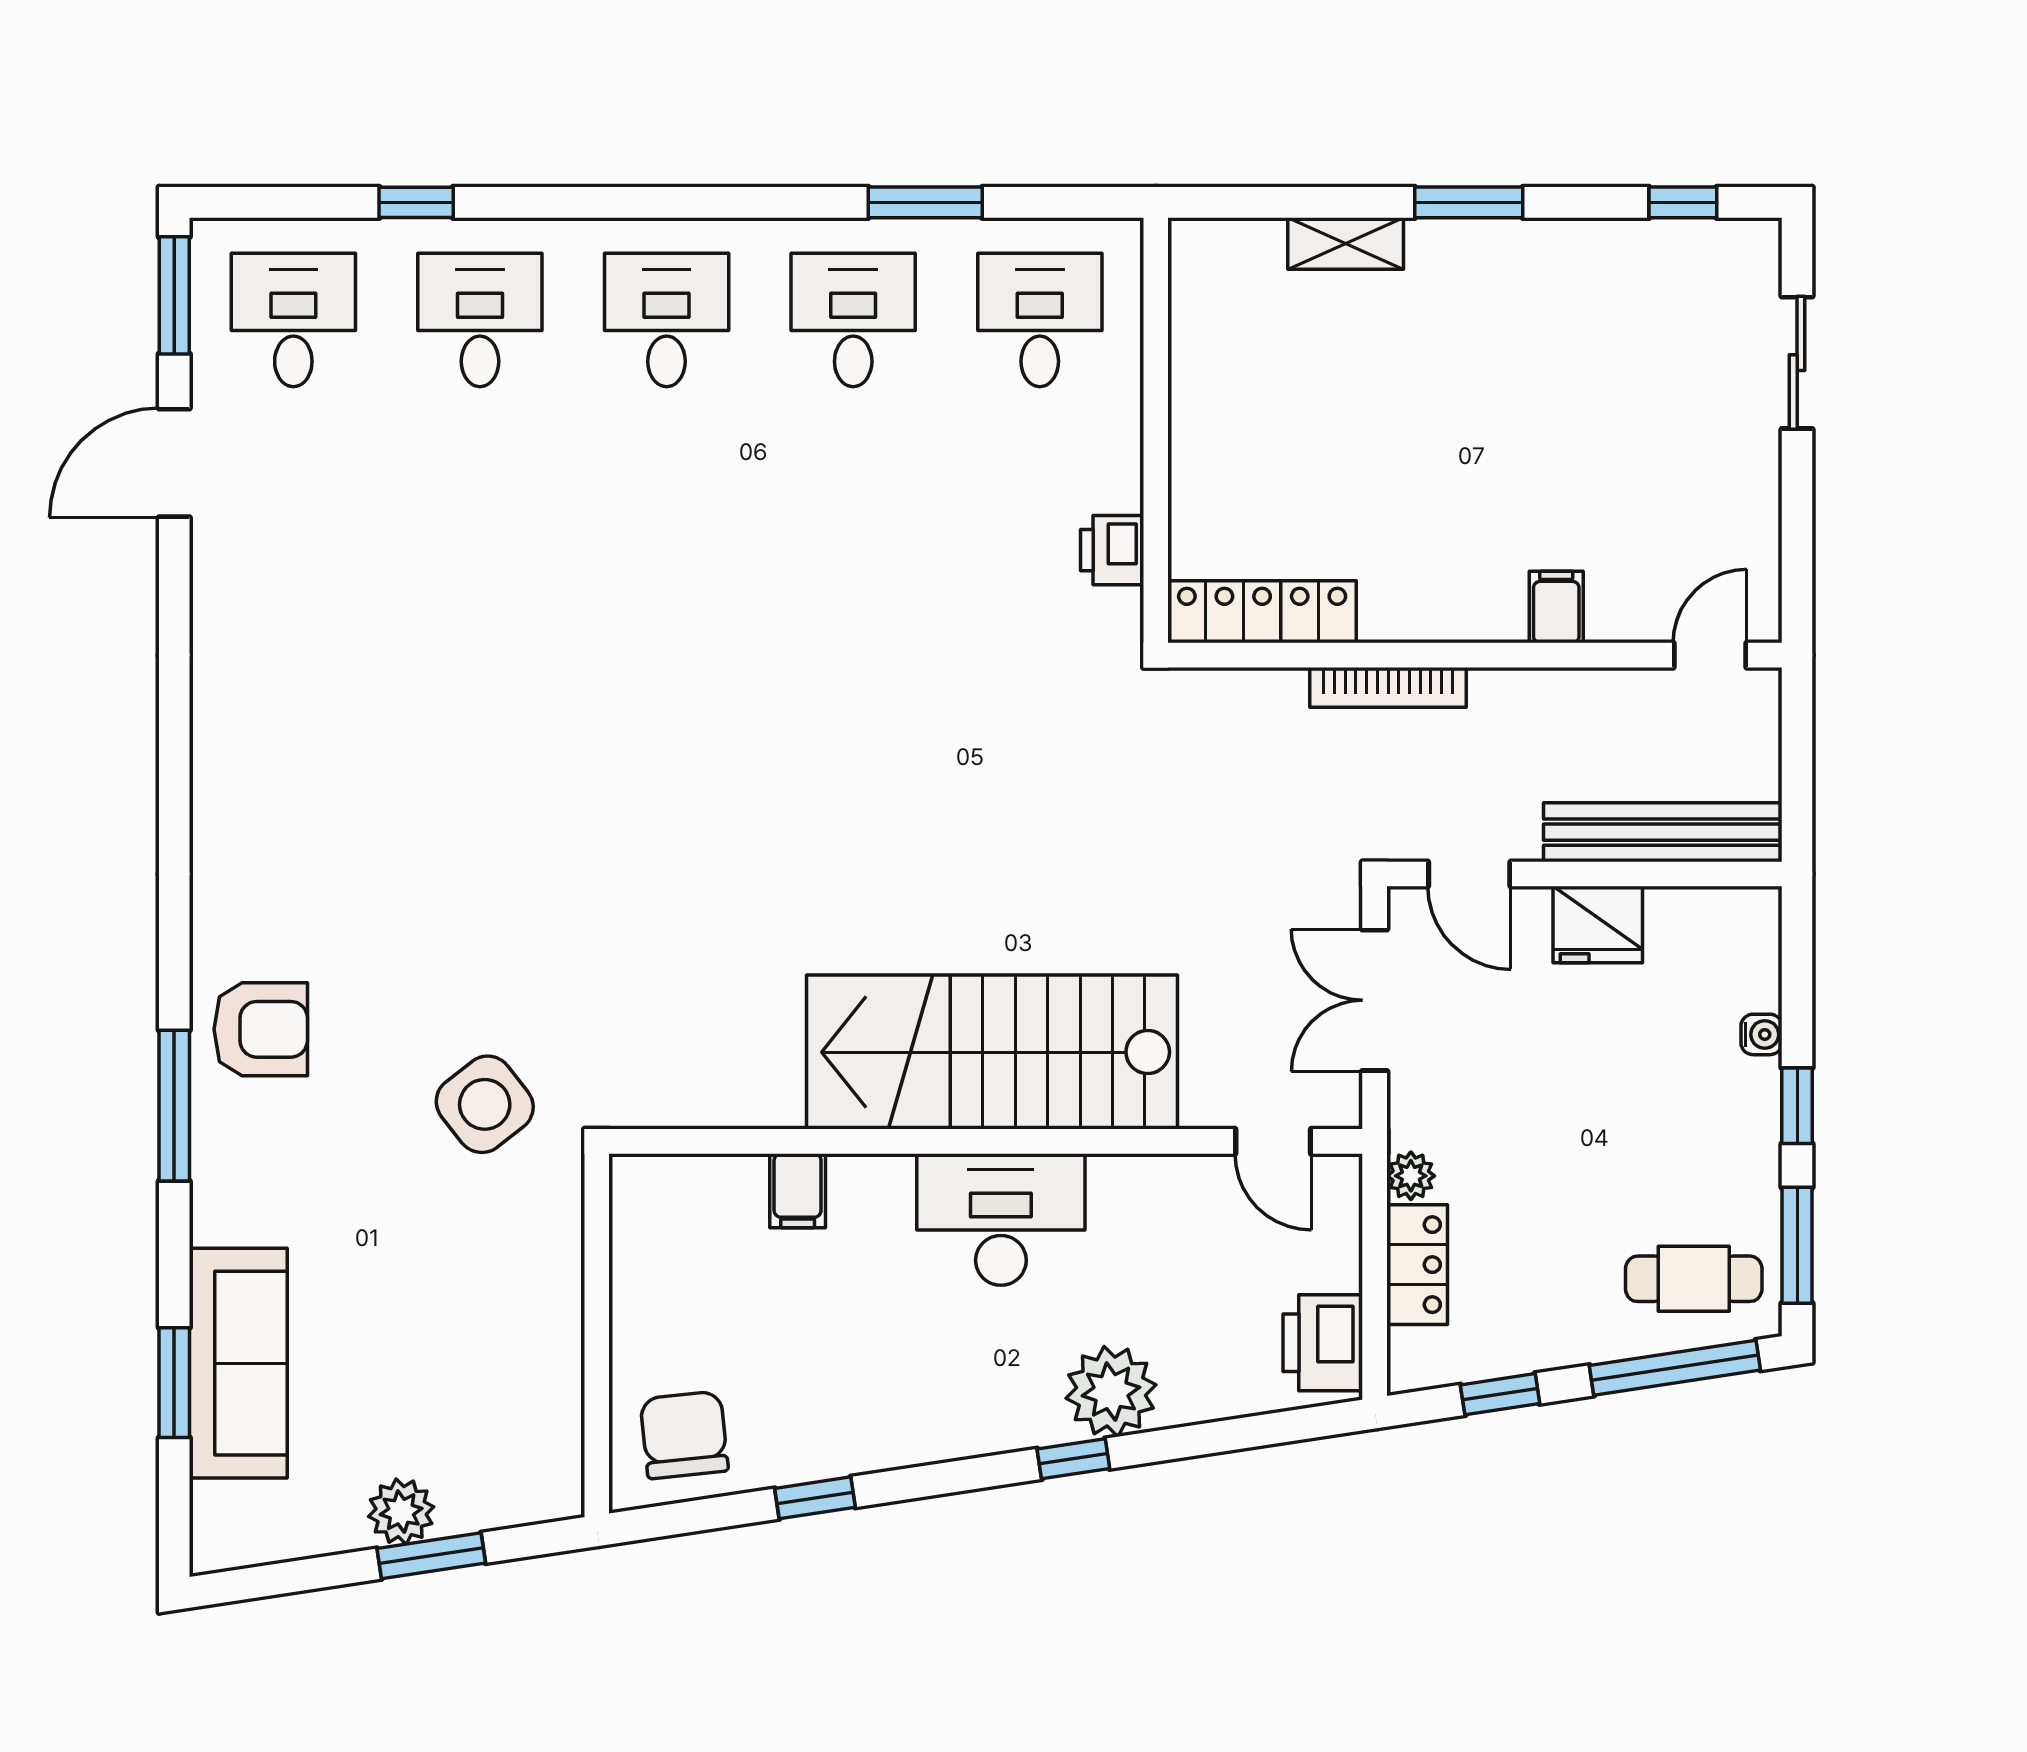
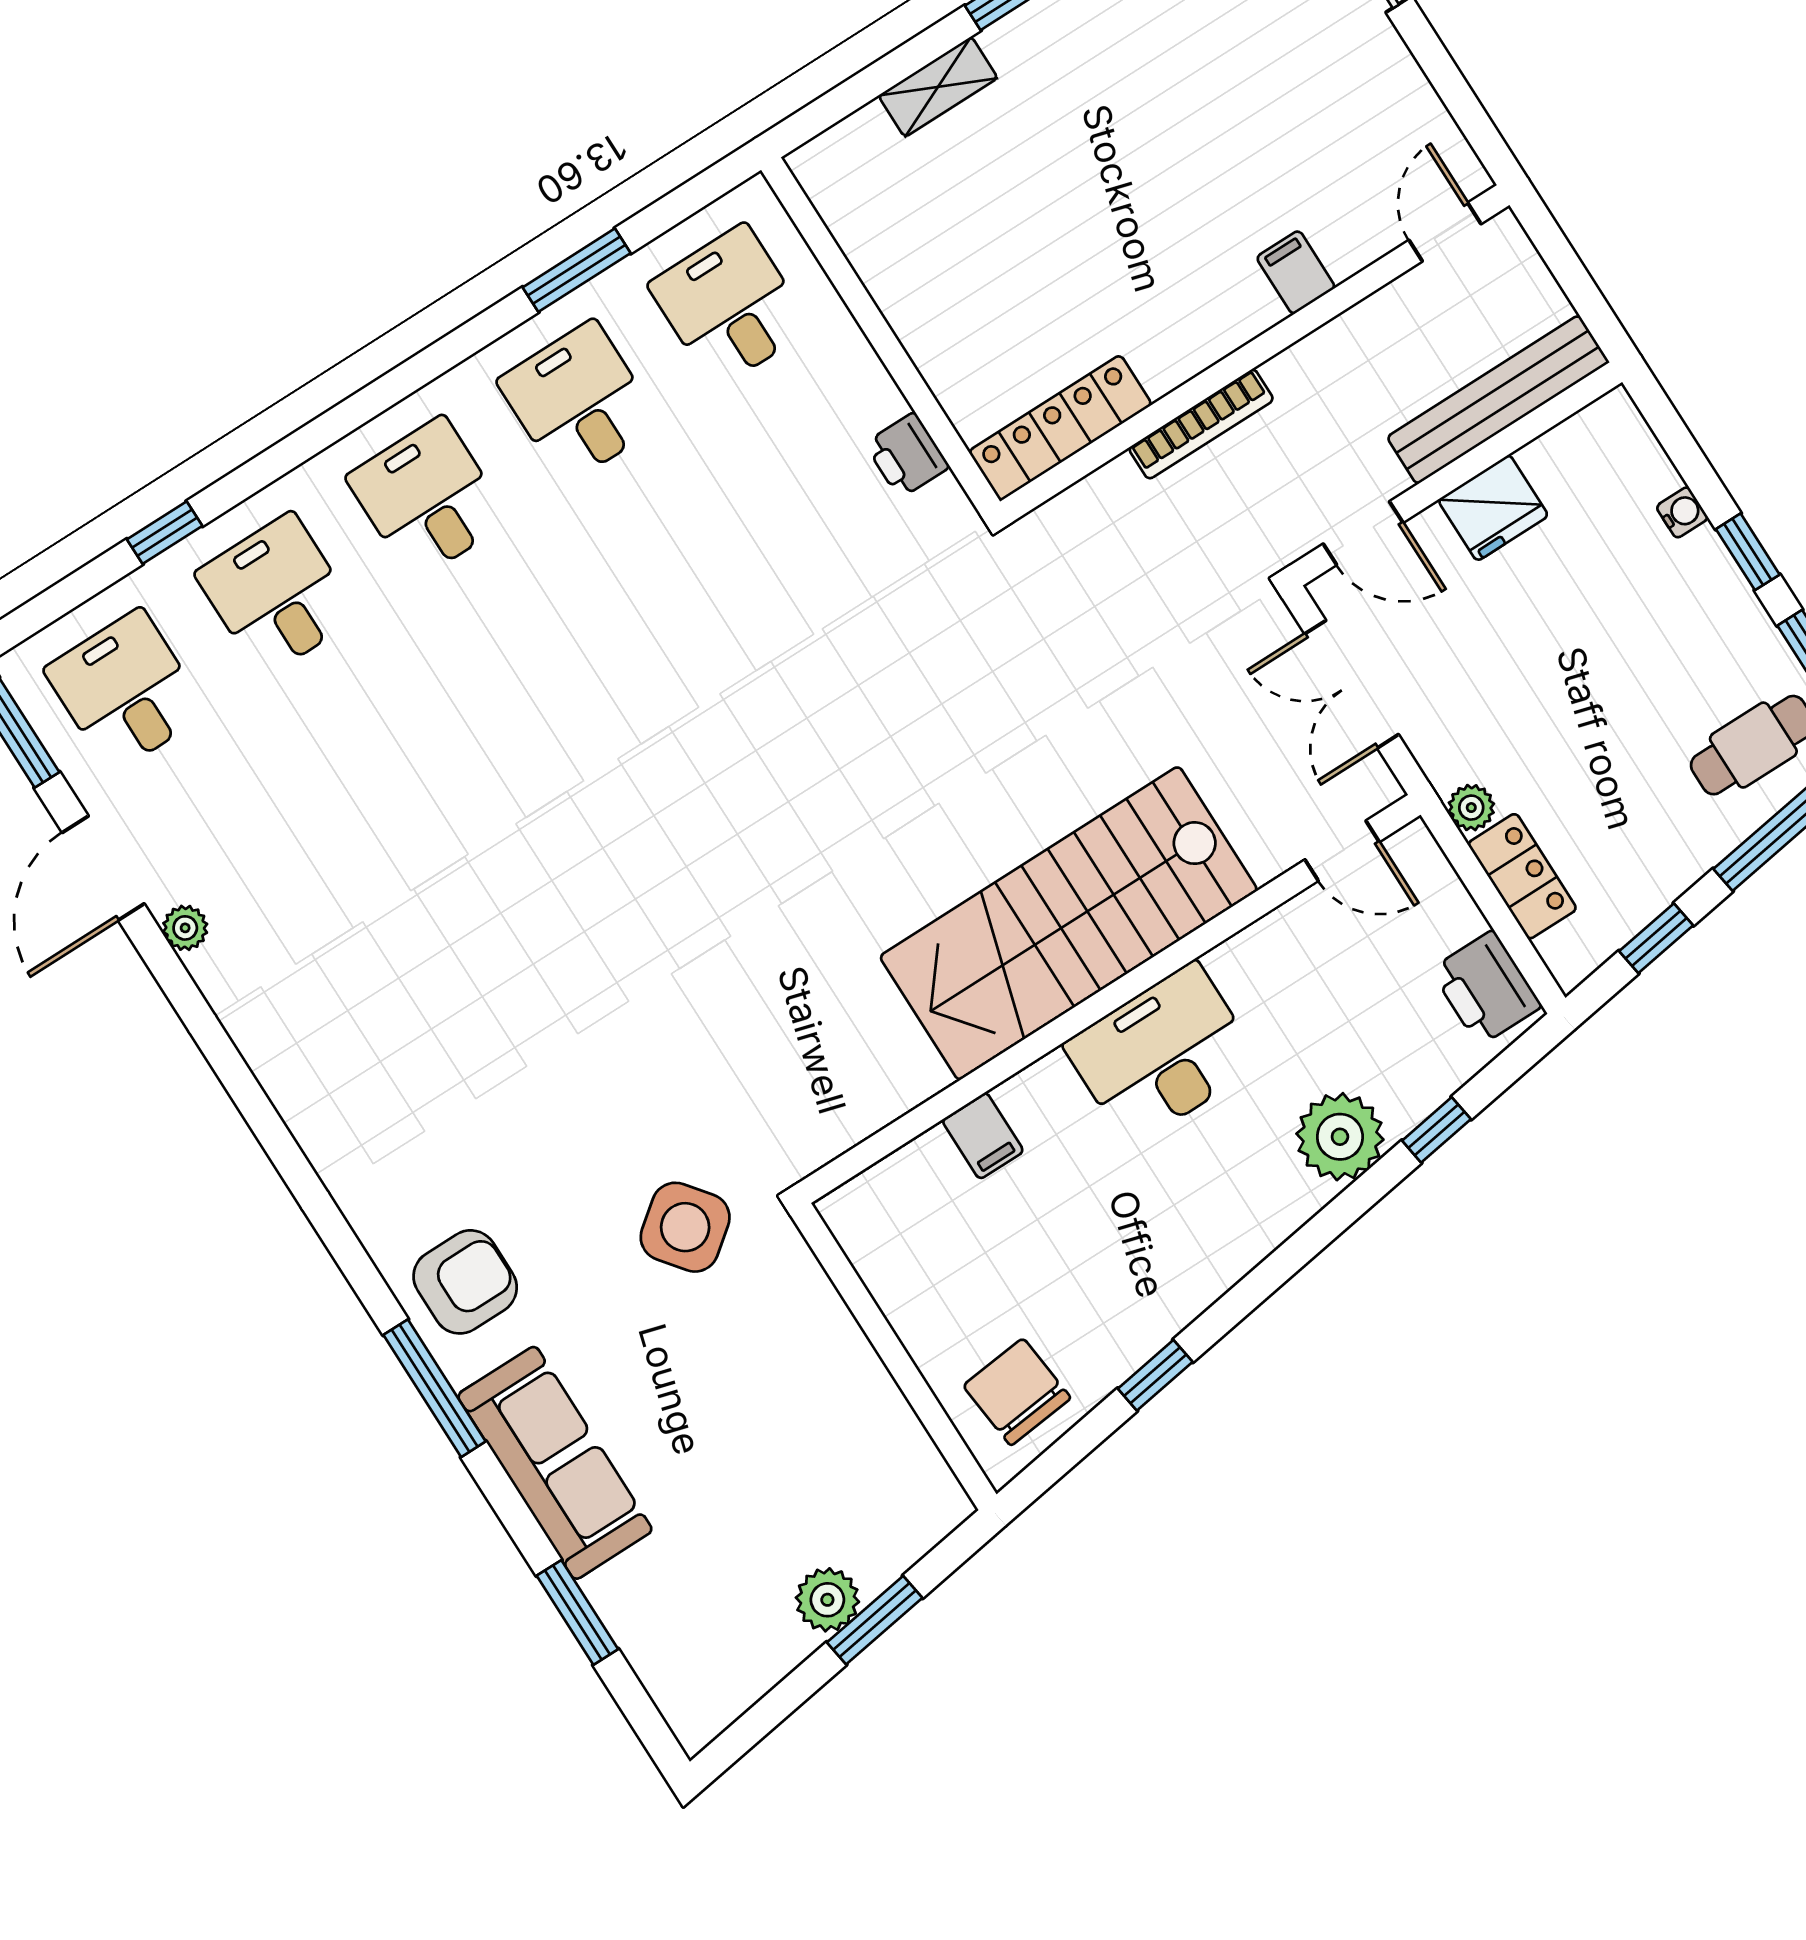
plant: (213, 561) -> (185, 928), added
sofa: (238, 1363) -> (555, 1463), moved
window: (1073, 1459) -> (1436, 1130), moved

